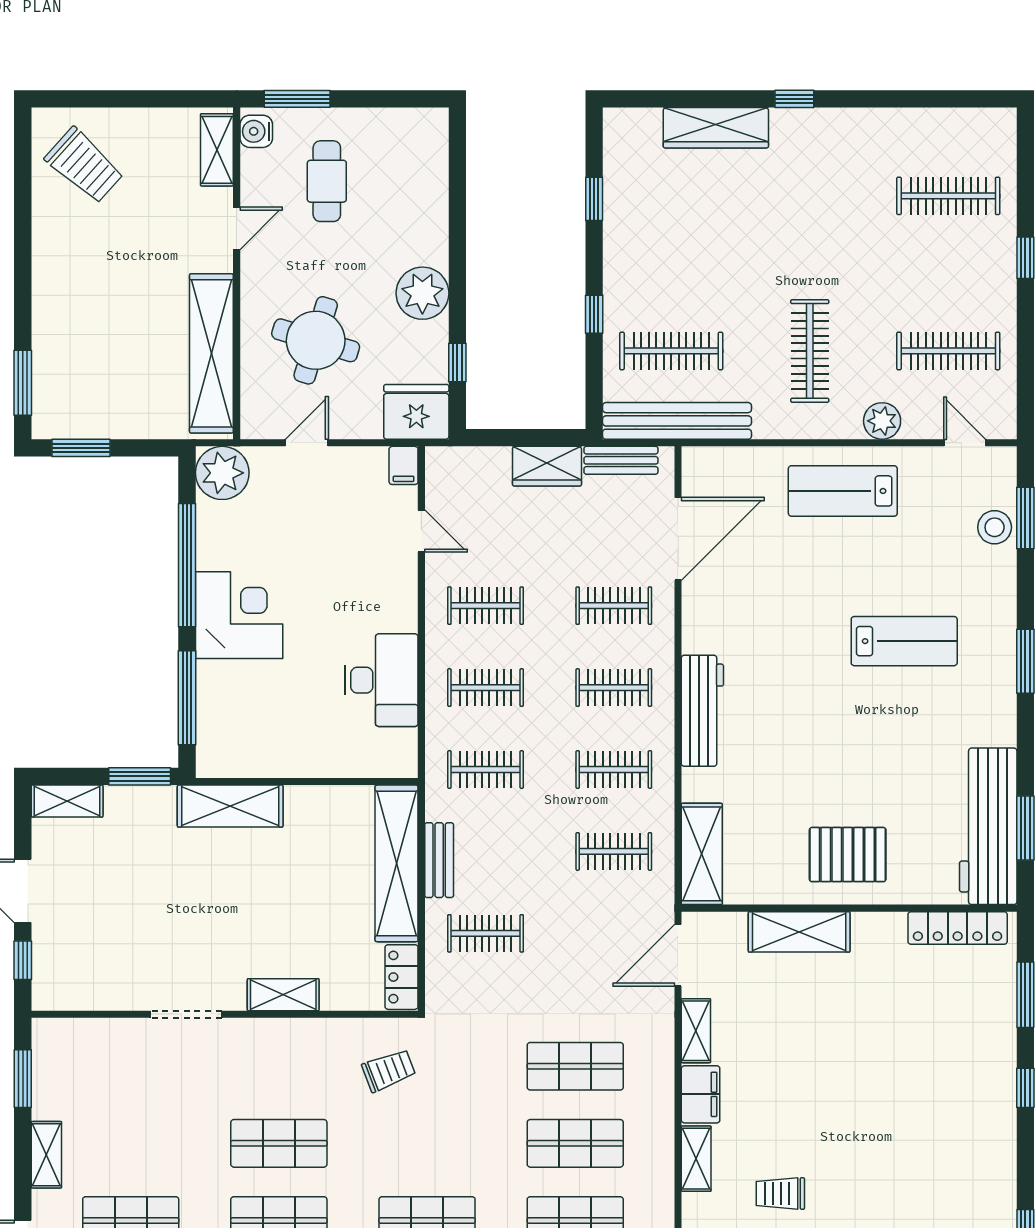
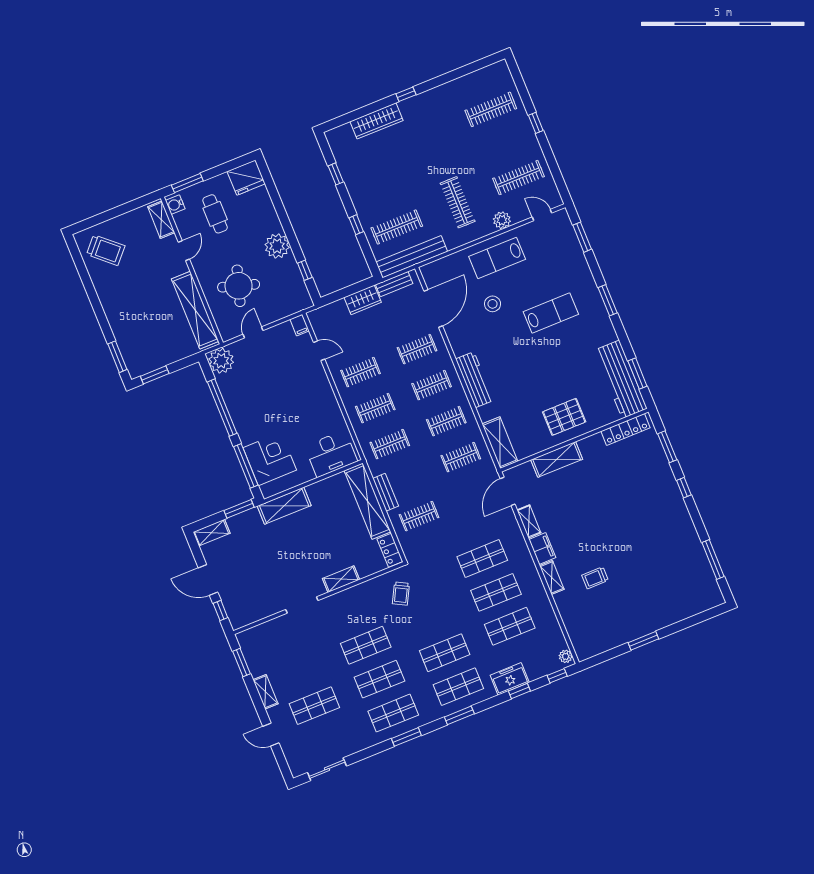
fridge: (416, 412) -> (246, 178), moved, turned 180
stool: (995, 527) -> (493, 304), moved
corner desk: (239, 615) -> (270, 459), moved
desk: (381, 680) -> (331, 454), moved, turned 90
trolley: (389, 1070) -> (401, 594), turned 139

